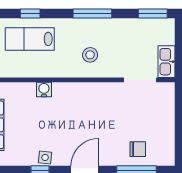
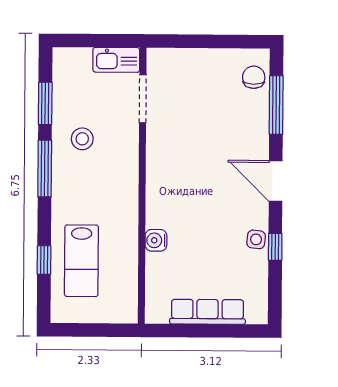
window: (153, 14) -> (45, 103), moved
stool: (90, 55) -> (82, 139), moved
chair: (138, 149) -> (254, 77), moved

